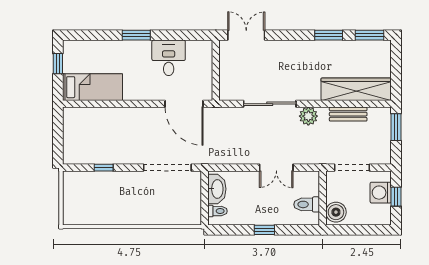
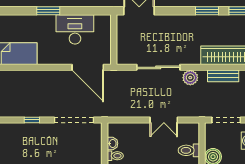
desk: (169, 58) -> (75, 29), width x1.37
window: (104, 168) -> (32, 120), moved
washbasin: (217, 189) -> (112, 143), width x0.52, depth x0.69

